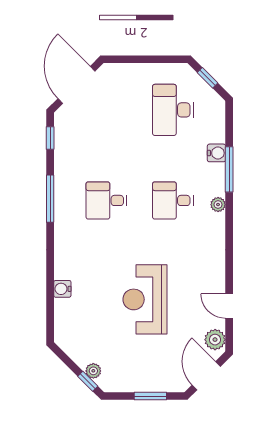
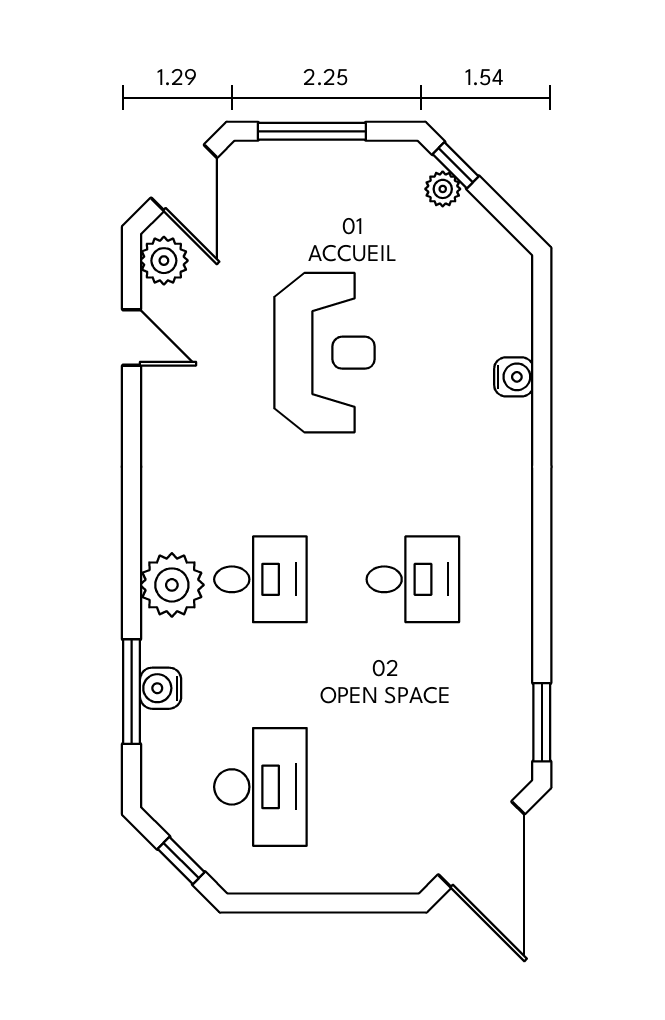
window: (50, 138) -> (542, 722), width x1.50
window: (229, 169) -> (132, 692), moved
window: (50, 199) -> (542, 584), removed
plant: (218, 205) -> (172, 585), width x1.88, depth x1.88
window: (150, 396) -> (312, 131), width x1.44

